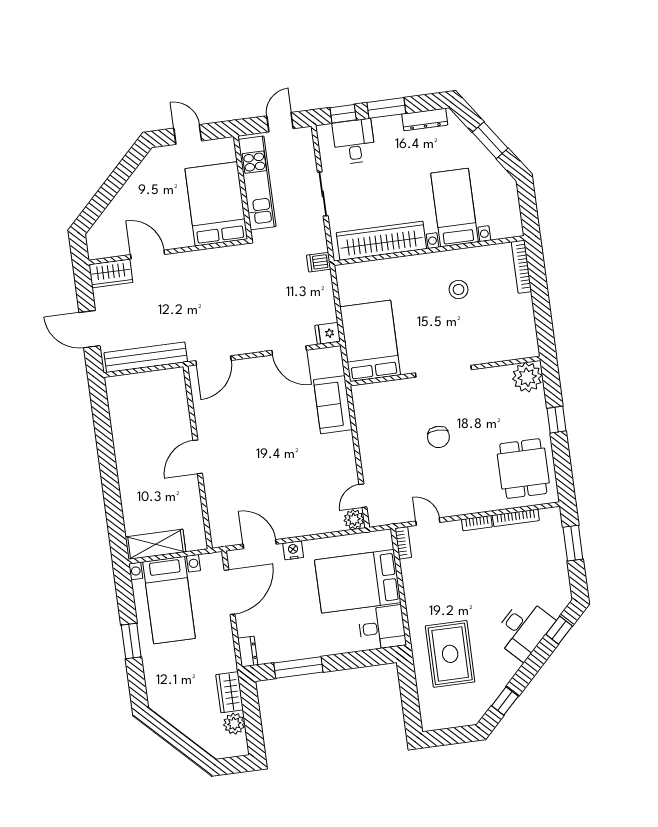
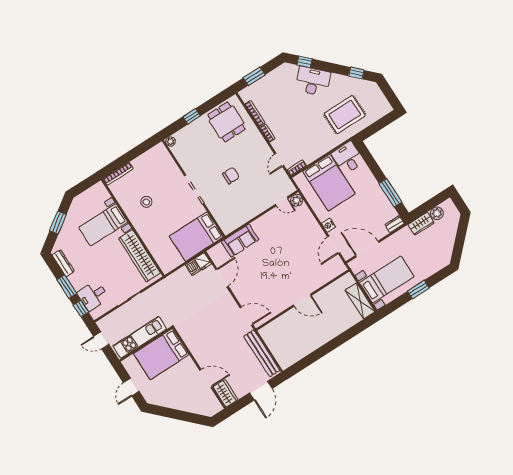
door: (148, 255) -> (206, 378), swing flipped
dishwasher: (319, 262) -> (193, 268), moved
plant: (527, 377) -> (171, 142), width x0.53, depth x0.53
dining table: (523, 469) -> (226, 122), turned 90

